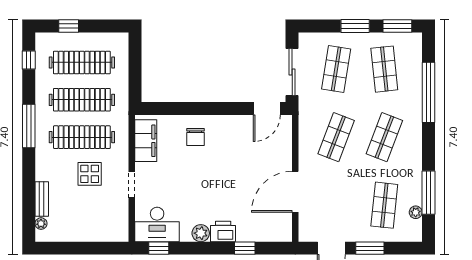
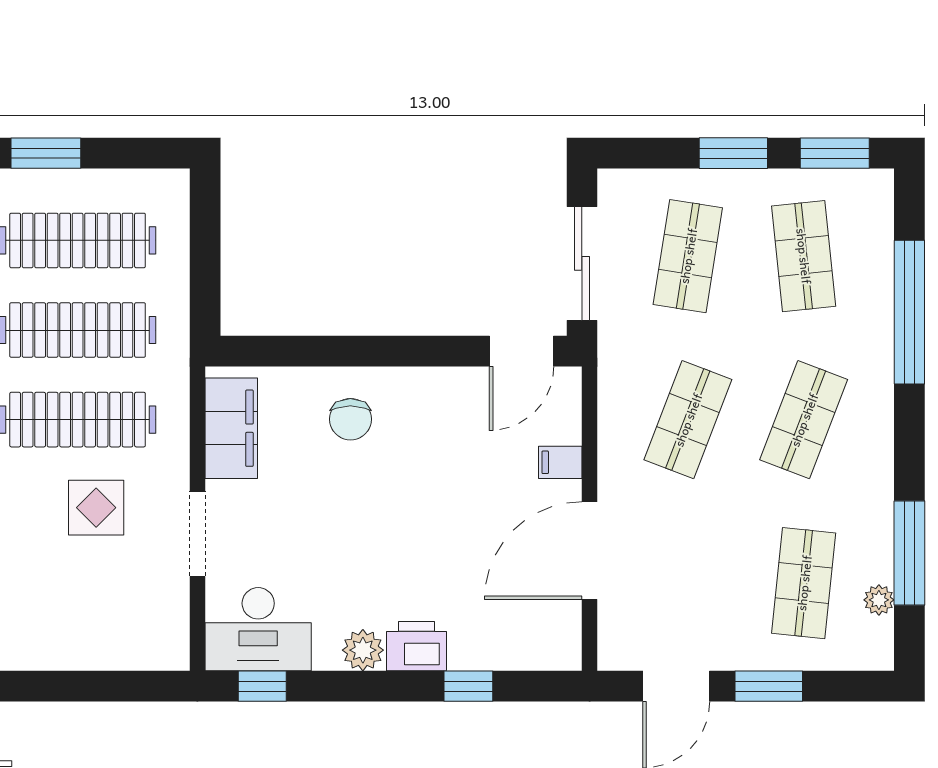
window: (69, 26) -> (46, 153), width x1.50
filing cabinet: (283, 155) -> (560, 462), added
doorway: (132, 185) -> (197, 534), width x1.38

